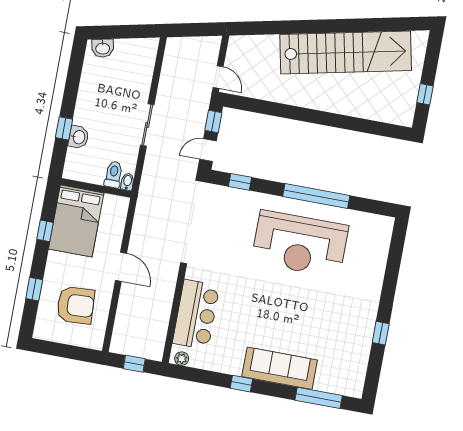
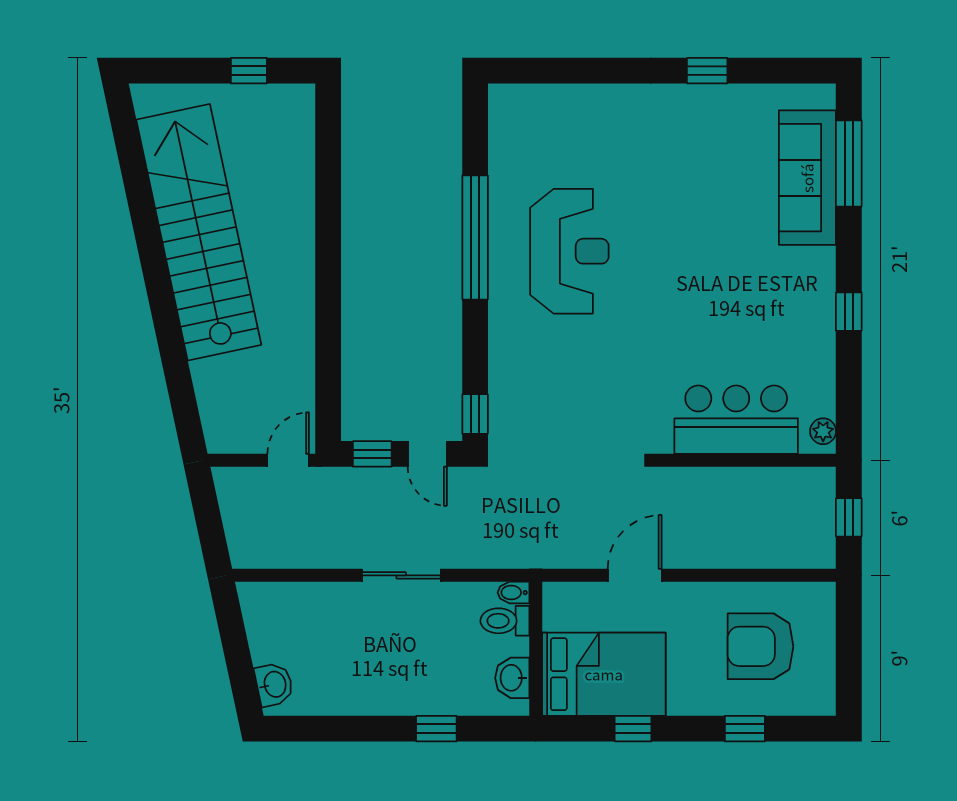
washbasin: (78, 137) -> (512, 678), moved, turned -90
window: (240, 182) -> (475, 414), moved
reception desk: (300, 244) -> (569, 251), width x0.74, depth x0.77
door: (121, 267) -> (635, 575), moved
armchair: (76, 305) -> (760, 646), turned -87
sofa: (280, 368) -> (807, 178), moved

